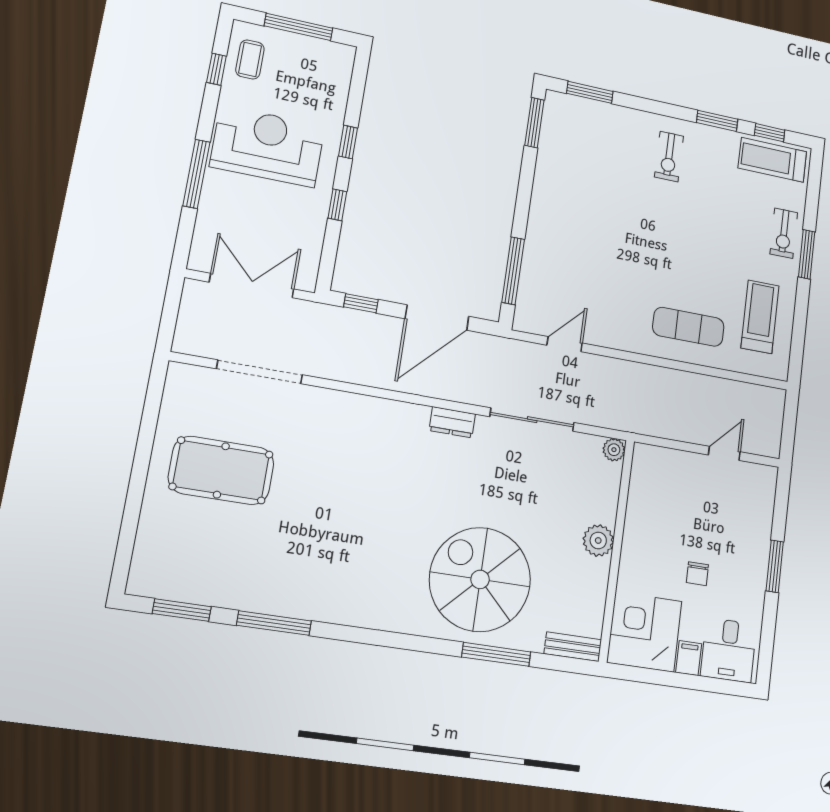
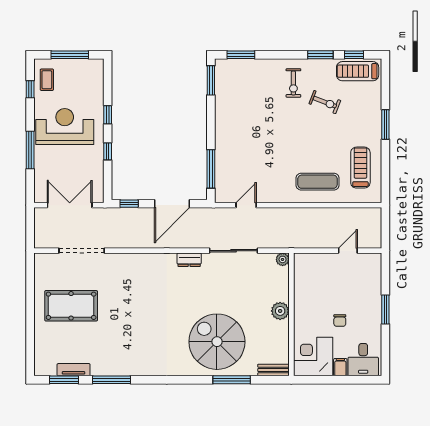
exercise bike: (784, 233) -> (325, 102), moved, turned -69
tv unit: (204, 593) -> (74, 370), added

